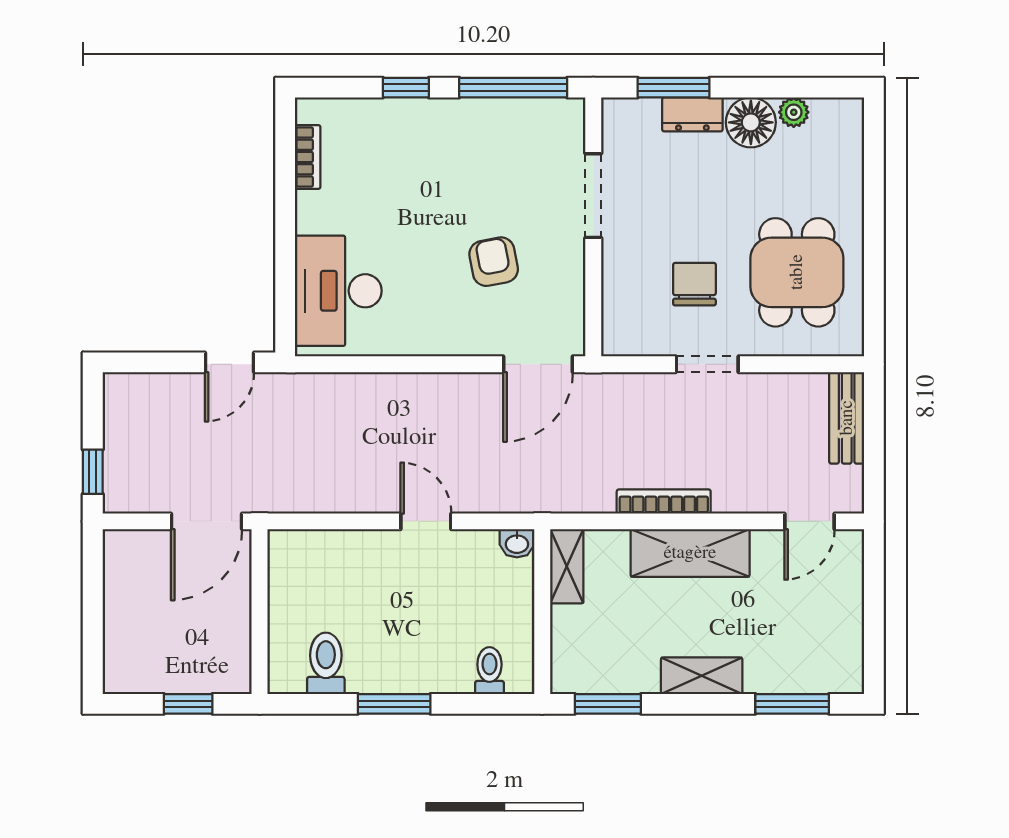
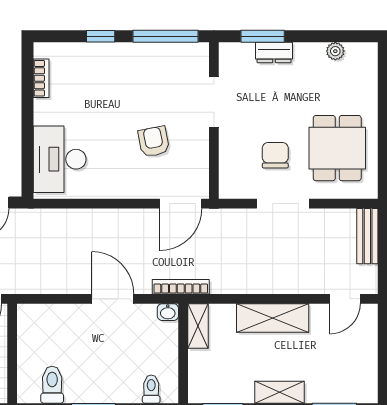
floor lamp: (751, 122) -> (309, 57), removed
doorway: (707, 364) -> (283, 204), width x1.38
bookcase: (664, 501) -> (181, 287), moved
door: (426, 521) -> (113, 299), width x1.37

